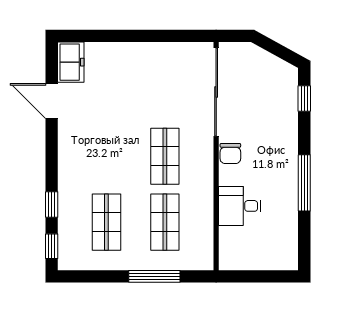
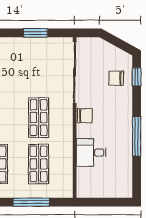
window: (160, 36) -> (35, 33), added
chair: (275, 100) -> (116, 78), added
chair: (230, 153) -> (85, 116), turned -90

